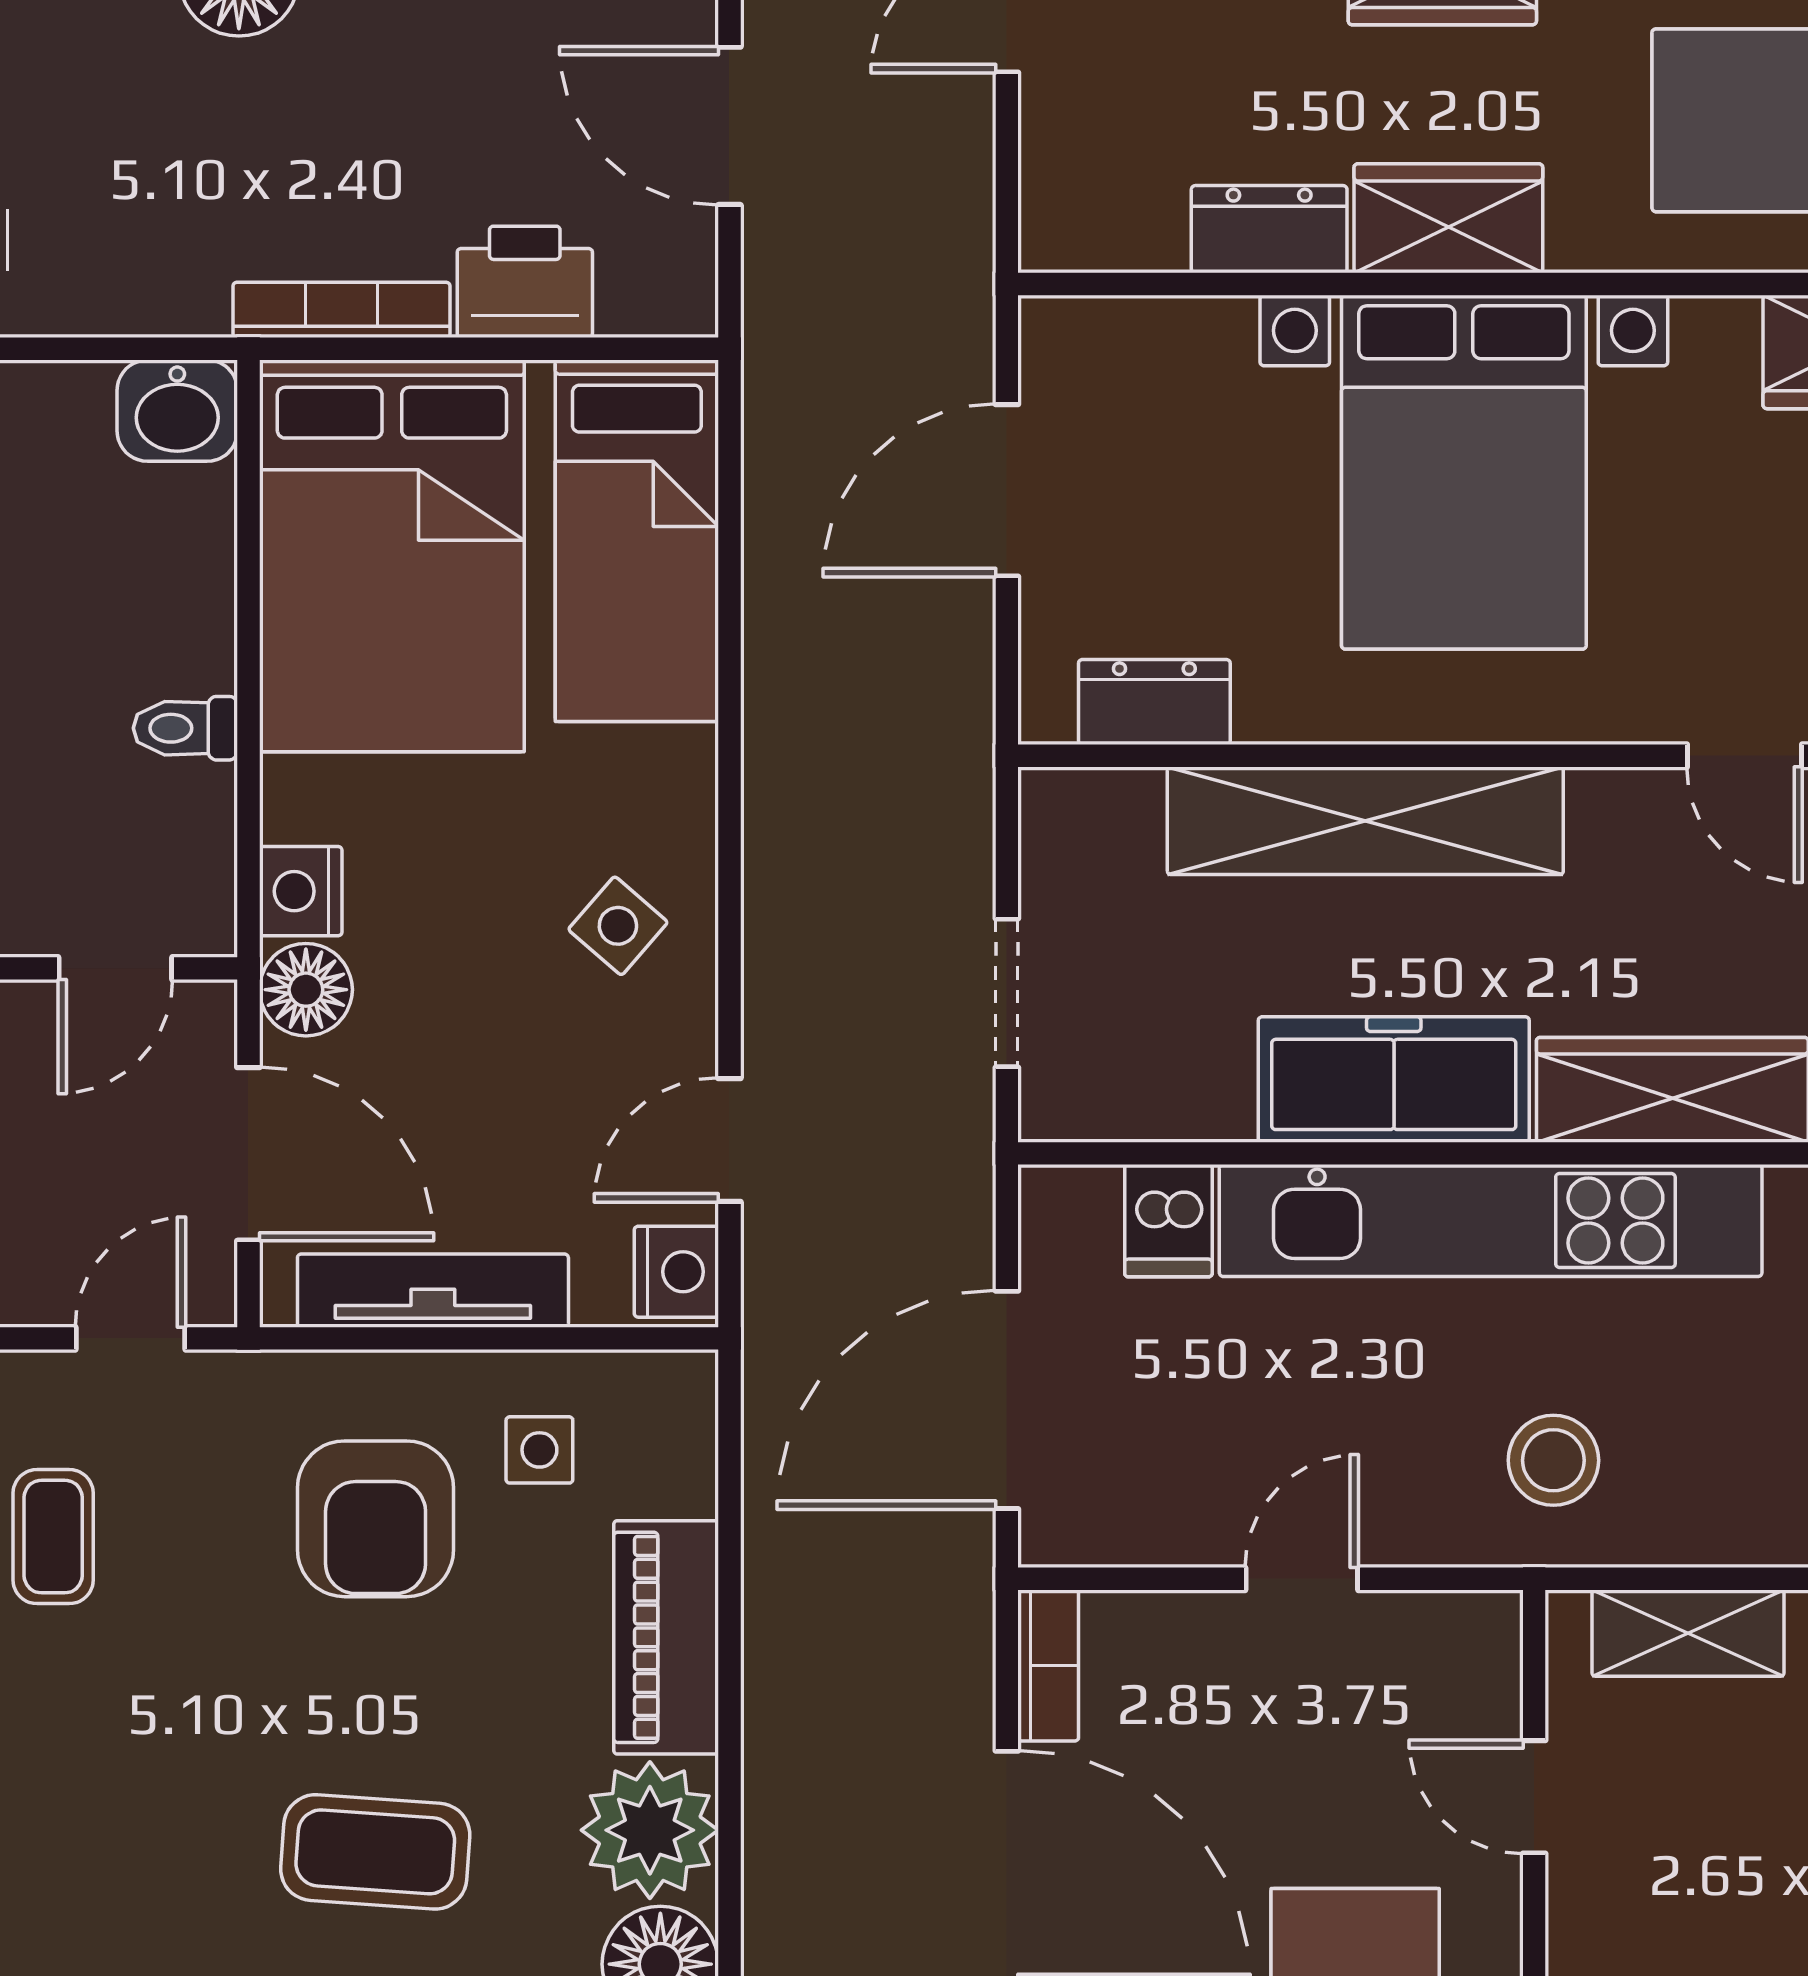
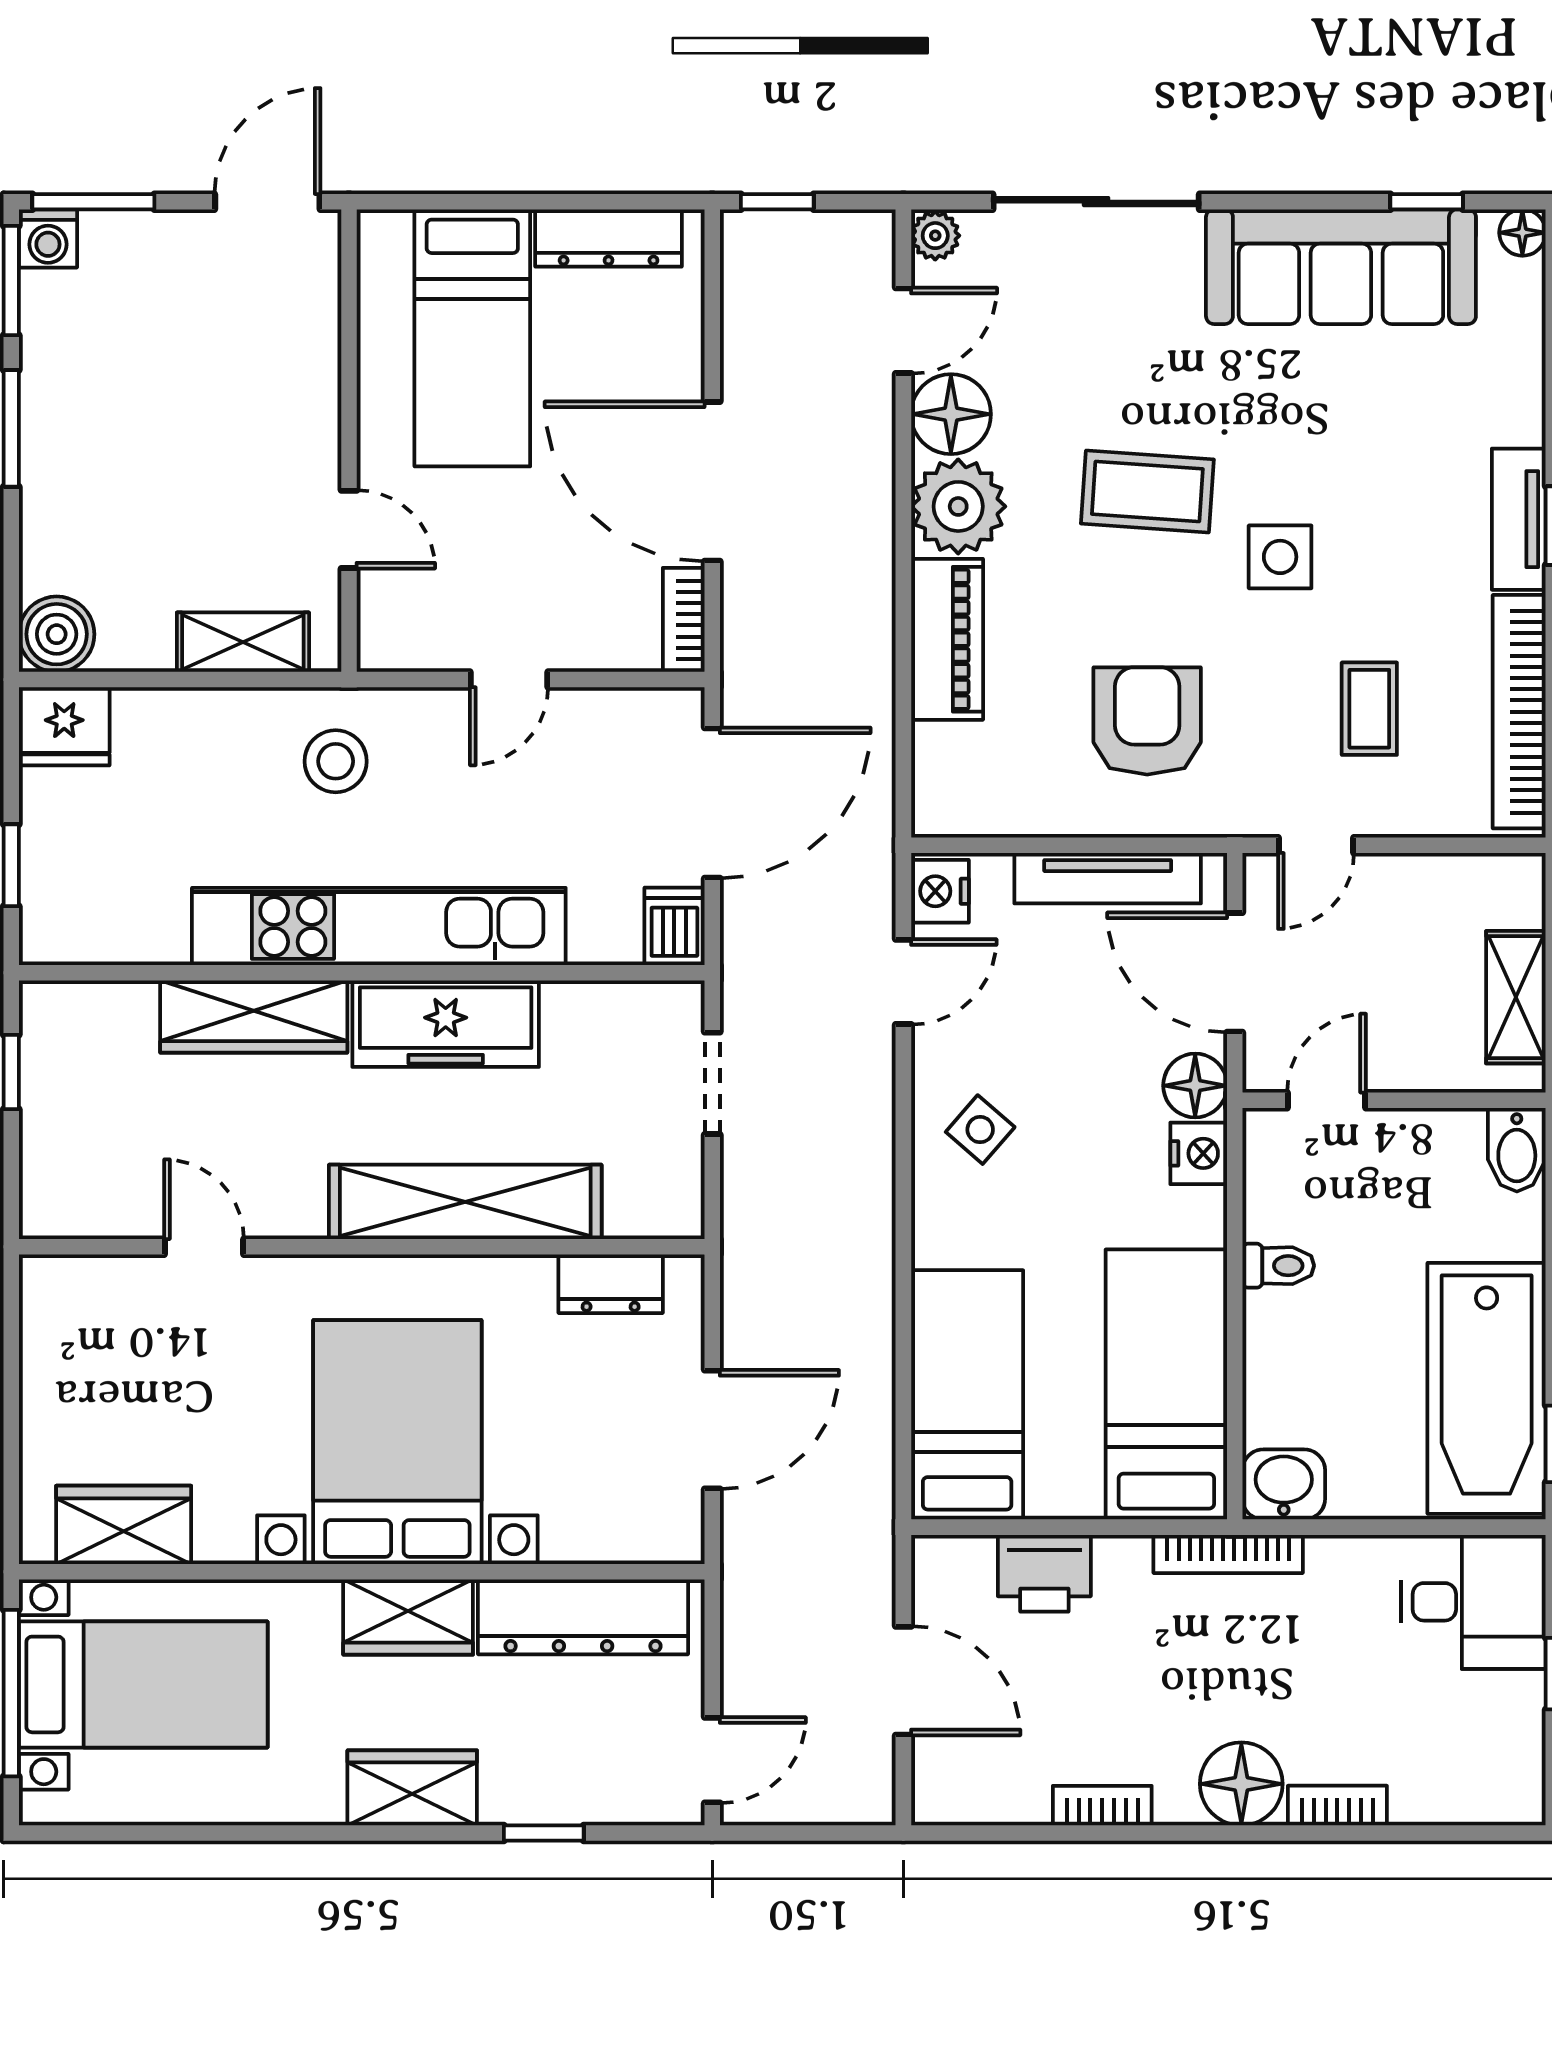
dresser: (1269, 229) -> (583, 1617), width x1.96, depth x1.24
bookcase: (342, 310) -> (1228, 1554), moved
bed: (392, 556) -> (1166, 1384), width x0.67
dishwasher: (1168, 1221) -> (674, 926), moved
side table: (539, 1450) -> (1280, 557), moved, width x1.37, depth x1.37

